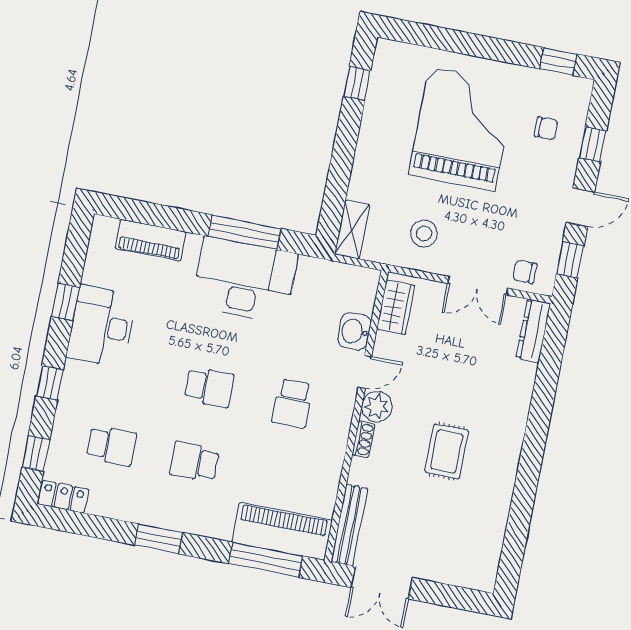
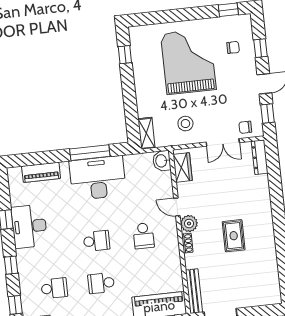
washbasin: (354, 331) -> (162, 161), moved
door: (365, 372) -> (177, 207), swing flipped

